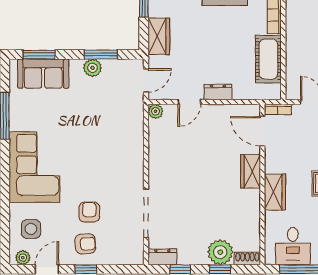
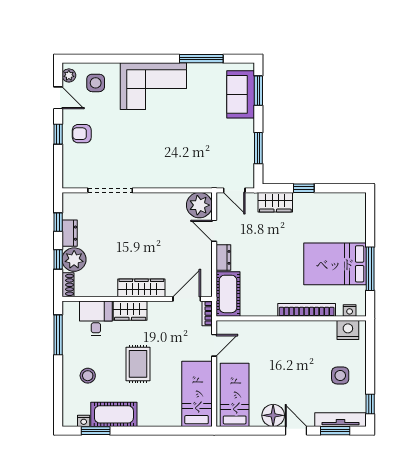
cot: (268, 59) -> (228, 294), moved, turned 90
plant: (92, 68) -> (246, 140), removed
plant: (155, 111) -> (199, 205), width x1.88, depth x1.88
wardrobe: (251, 171) -> (141, 288), width x1.50
armchair: (89, 212) -> (111, 137), removed
armchair: (85, 244) -> (82, 134), turned 94
desk: (293, 246) -> (96, 318), moved, turned 90
dresser: (162, 257) -> (70, 233), moved

